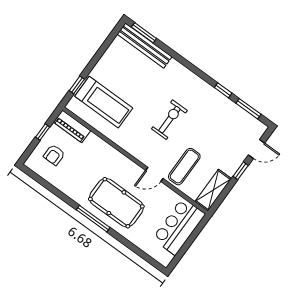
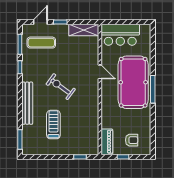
bench: (145, 46) -> (27, 103), moved
treadmill: (104, 102) -> (53, 125), moved, width x0.73, depth x0.73
exercise bike: (169, 120) -> (61, 87), turned 36
door: (257, 149) -> (40, 22), hinge flipped
exercise mat: (184, 167) -> (41, 43), moved
pool table: (116, 203) -> (133, 82), width x1.36, depth x1.32

